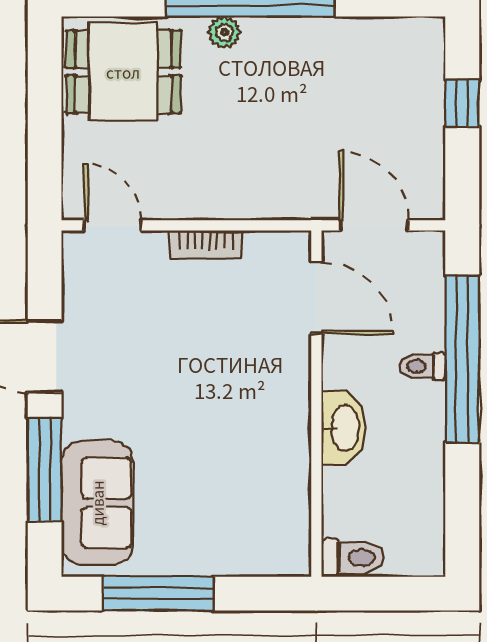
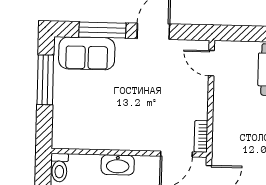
door: (112, 225) -> (211, 63), swing flipped
bookcase: (206, 245) -> (201, 136), moved

